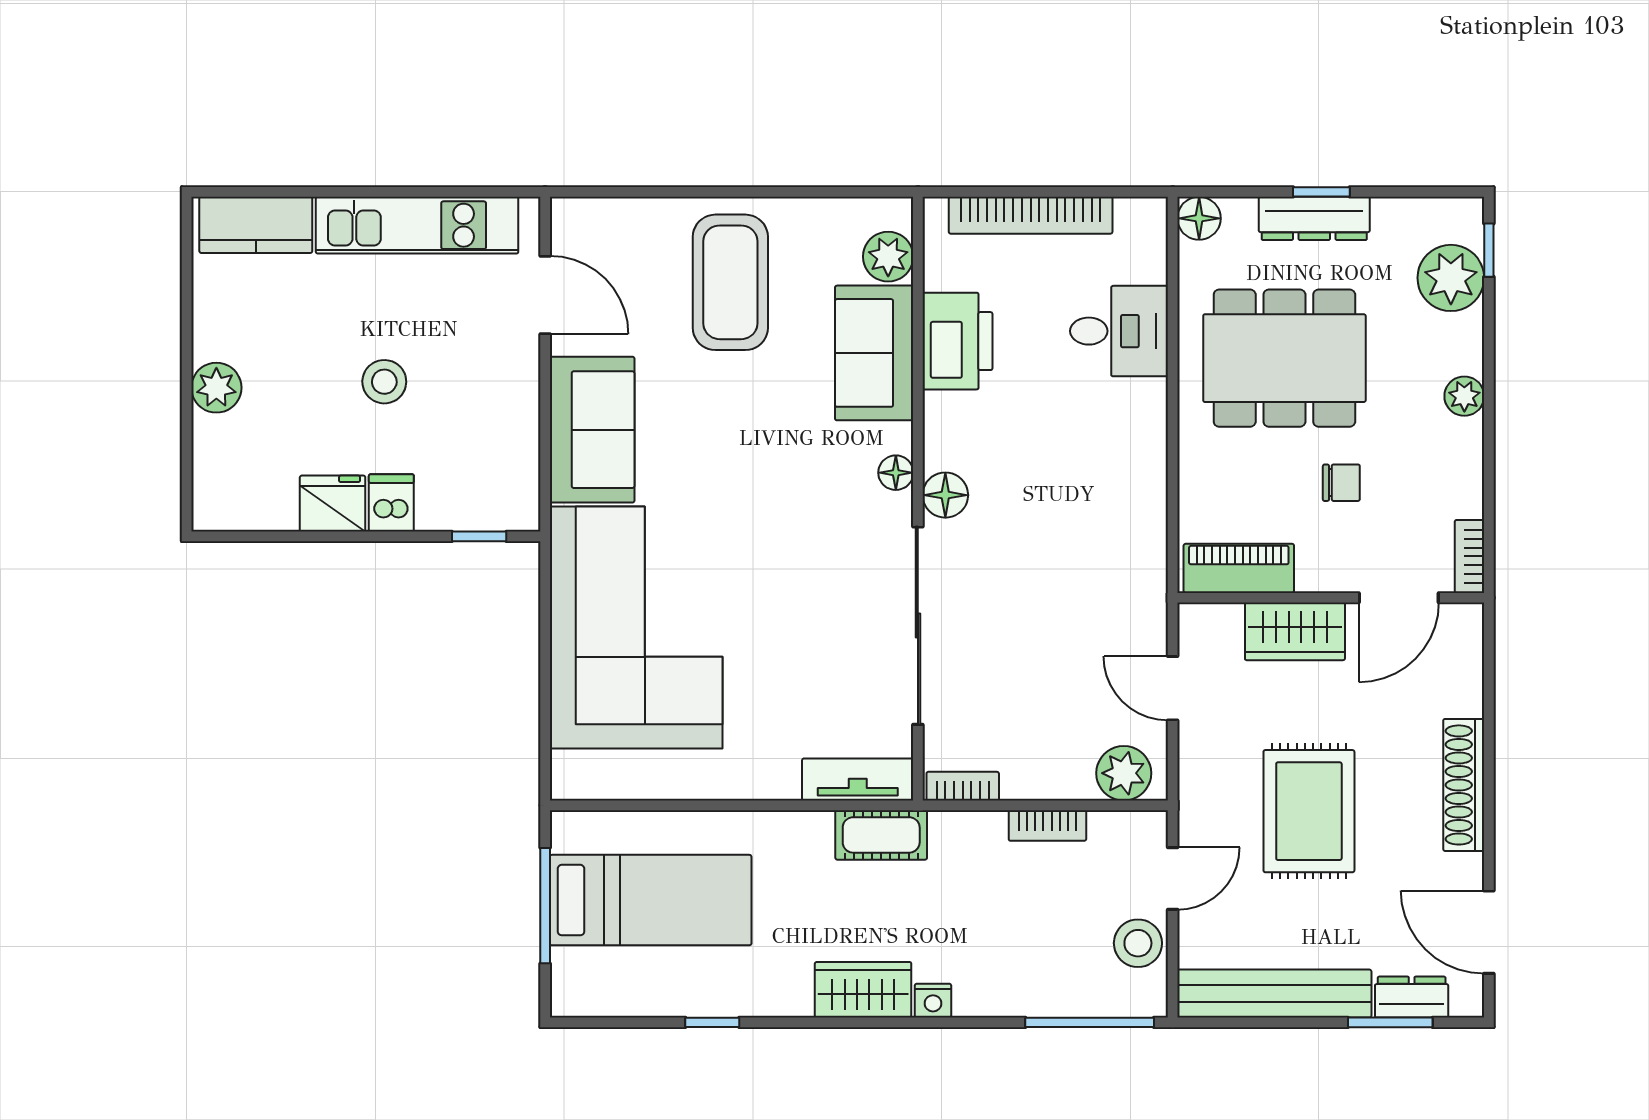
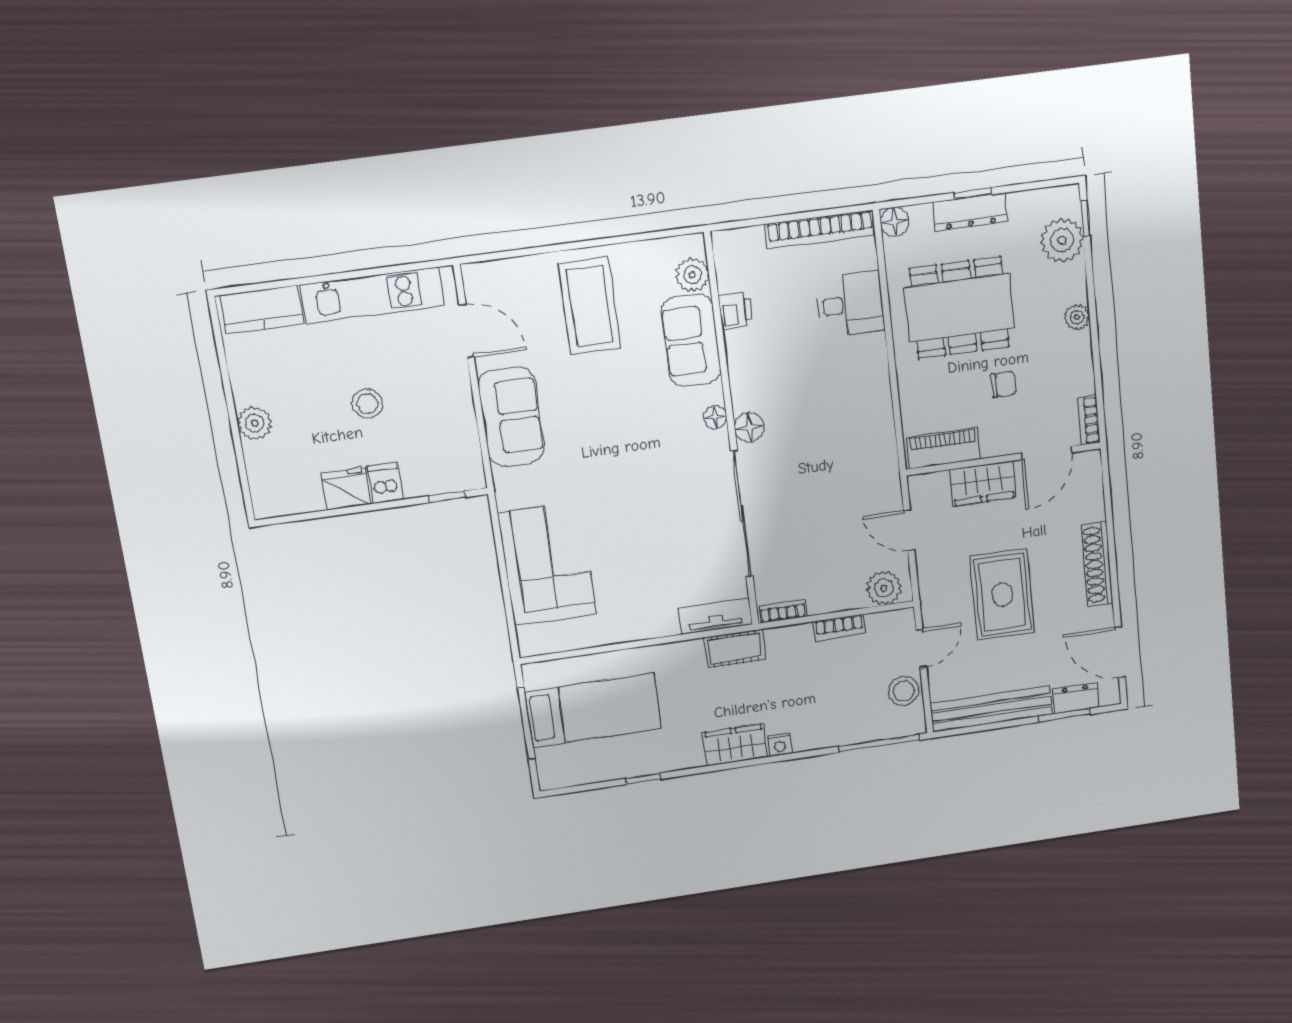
bookcase: (1031, 215) -> (820, 230), moved
printer: (957, 341) -> (736, 311), width x0.53, depth x0.68
corner sofa: (636, 628) -> (547, 564), width x0.73, depth x0.74

